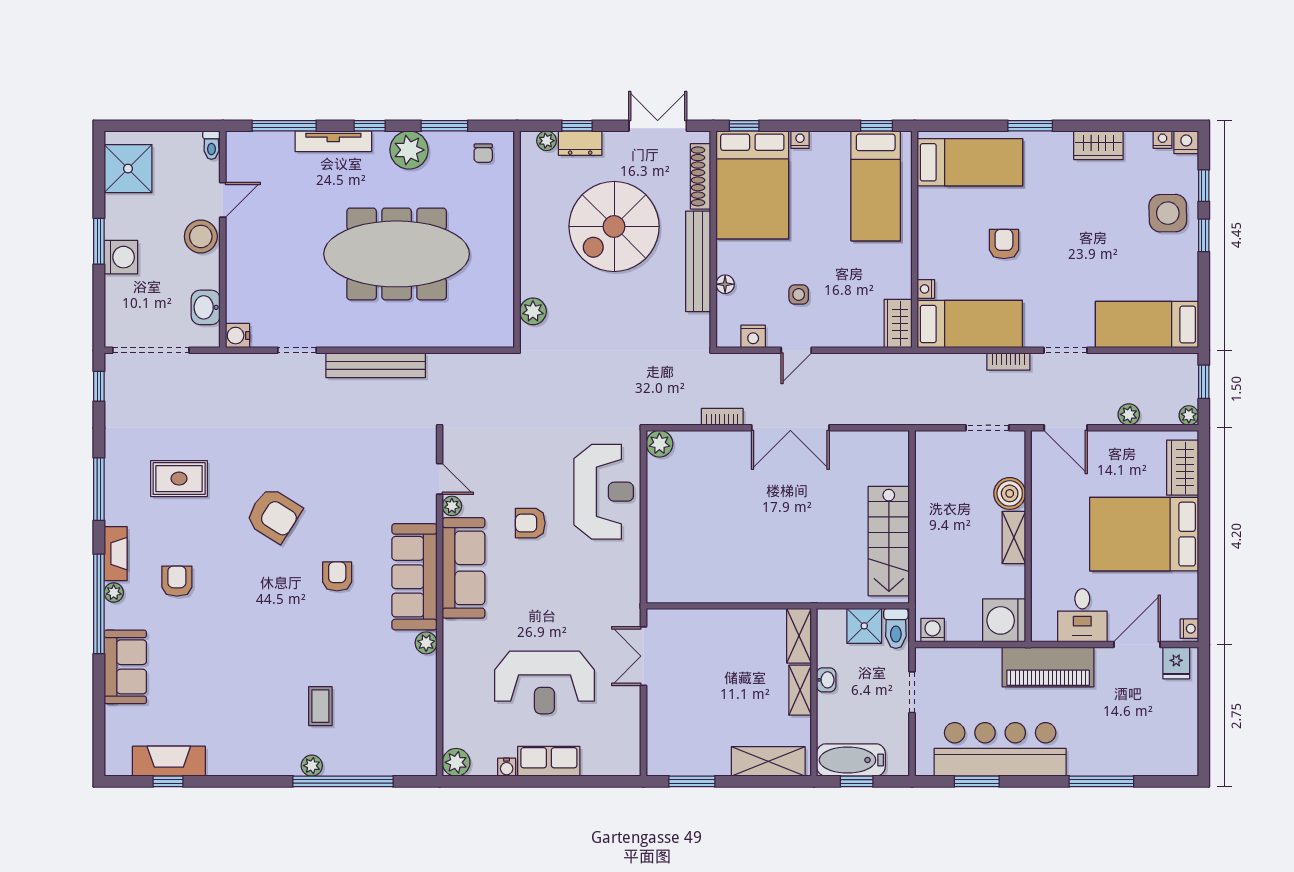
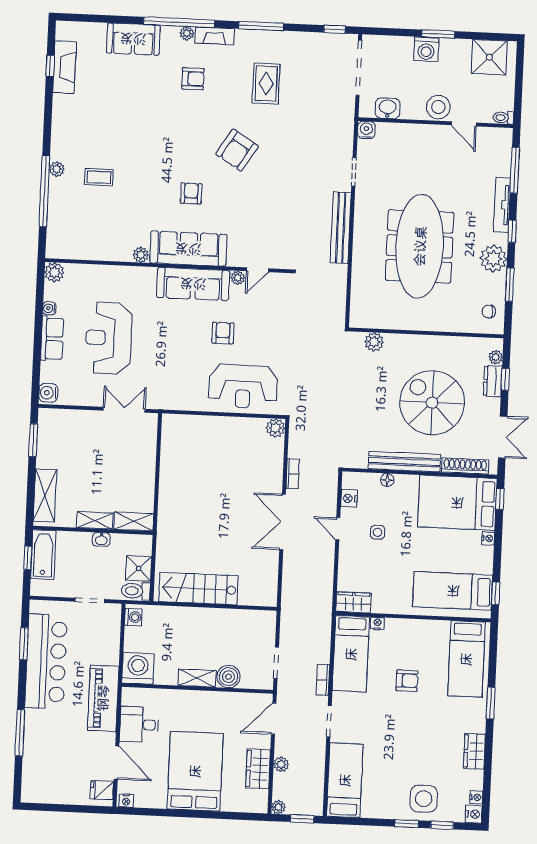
wardrobe: (1183, 468) -> (258, 769), moved, turned -90
armchair: (337, 576) -> (191, 193), turned -90
water cooler: (625, 763) -> (48, 393), added

